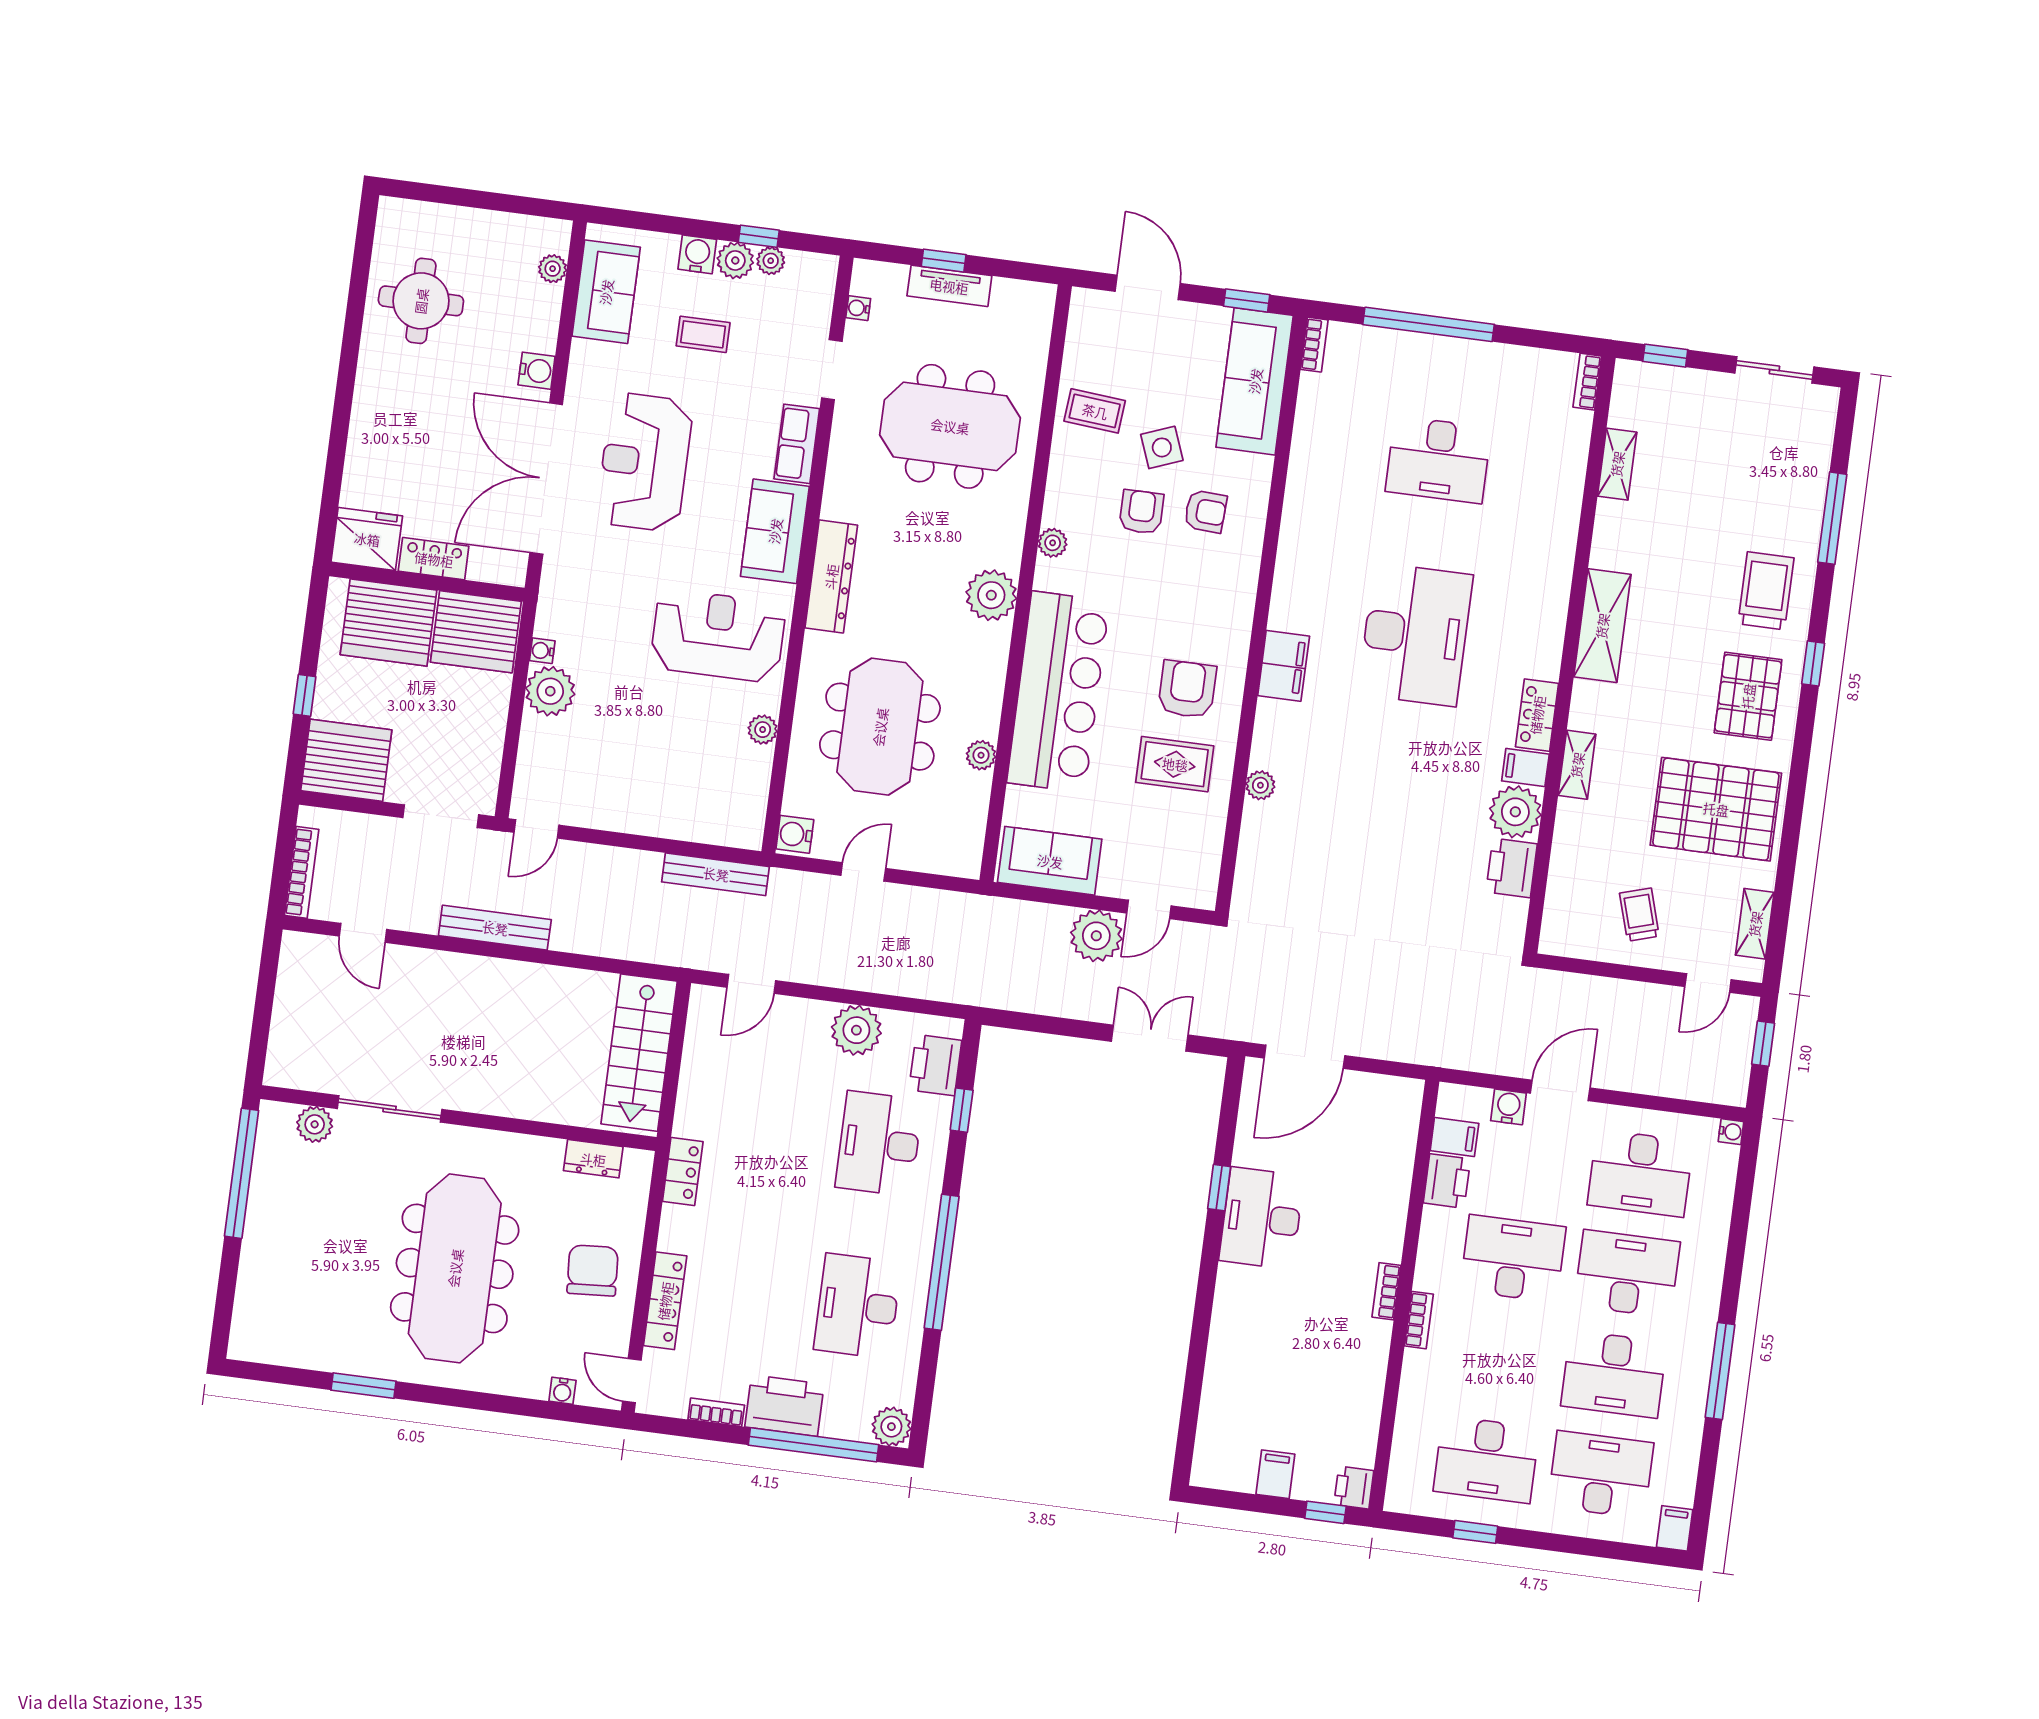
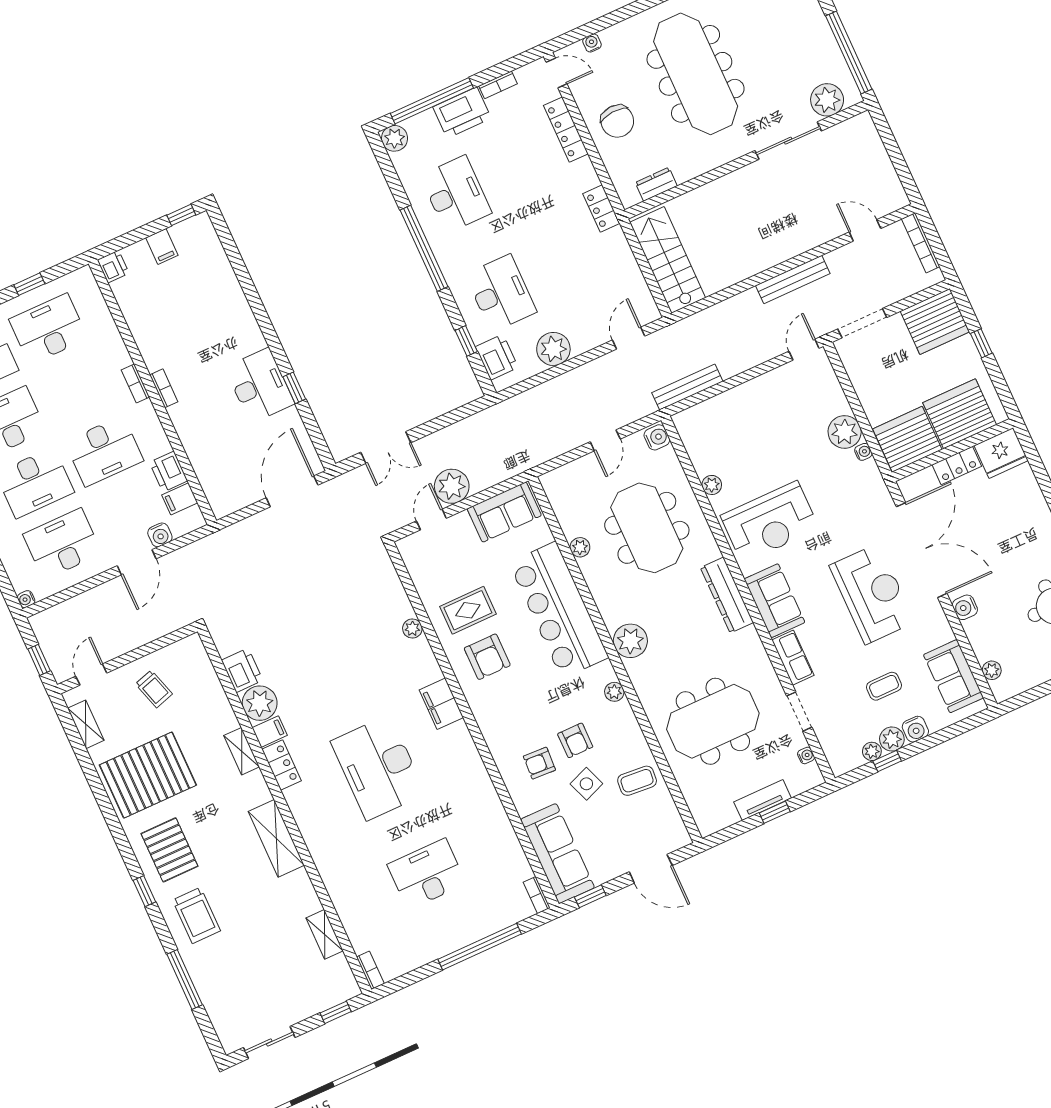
plant: (315, 1124) -> (827, 100), width x1.36, depth x1.36
window: (1325, 1512) -> (181, 215), moved

